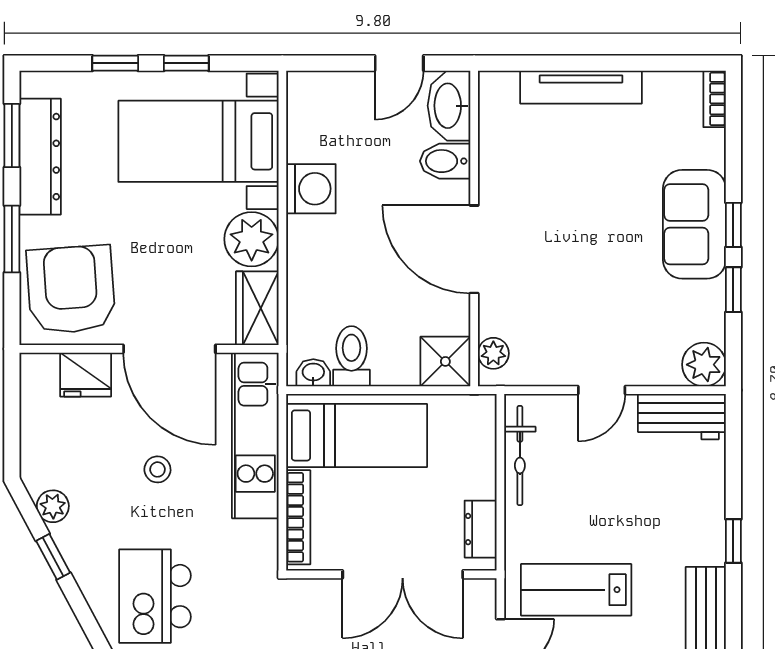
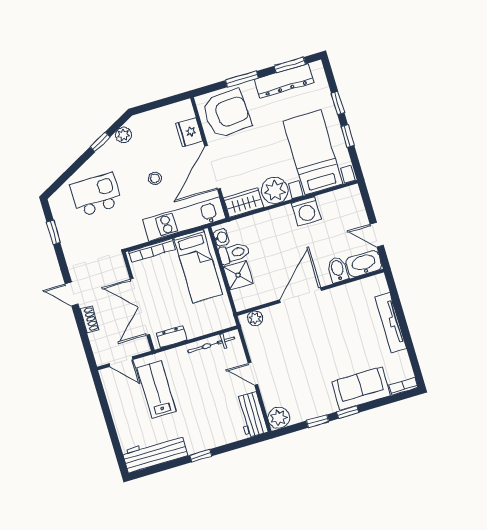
sofa: (694, 224) -> (361, 389), moved
shower: (445, 361) -> (238, 275), moved

